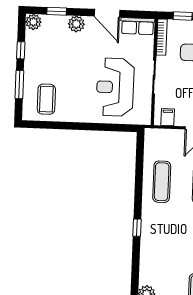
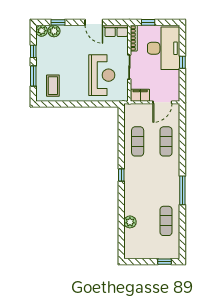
plant: (76, 24) -> (54, 31), moved
reception desk: (115, 87) -> (102, 75), turned 180
filing cabinet: (168, 117) -> (140, 95), width x2.00

